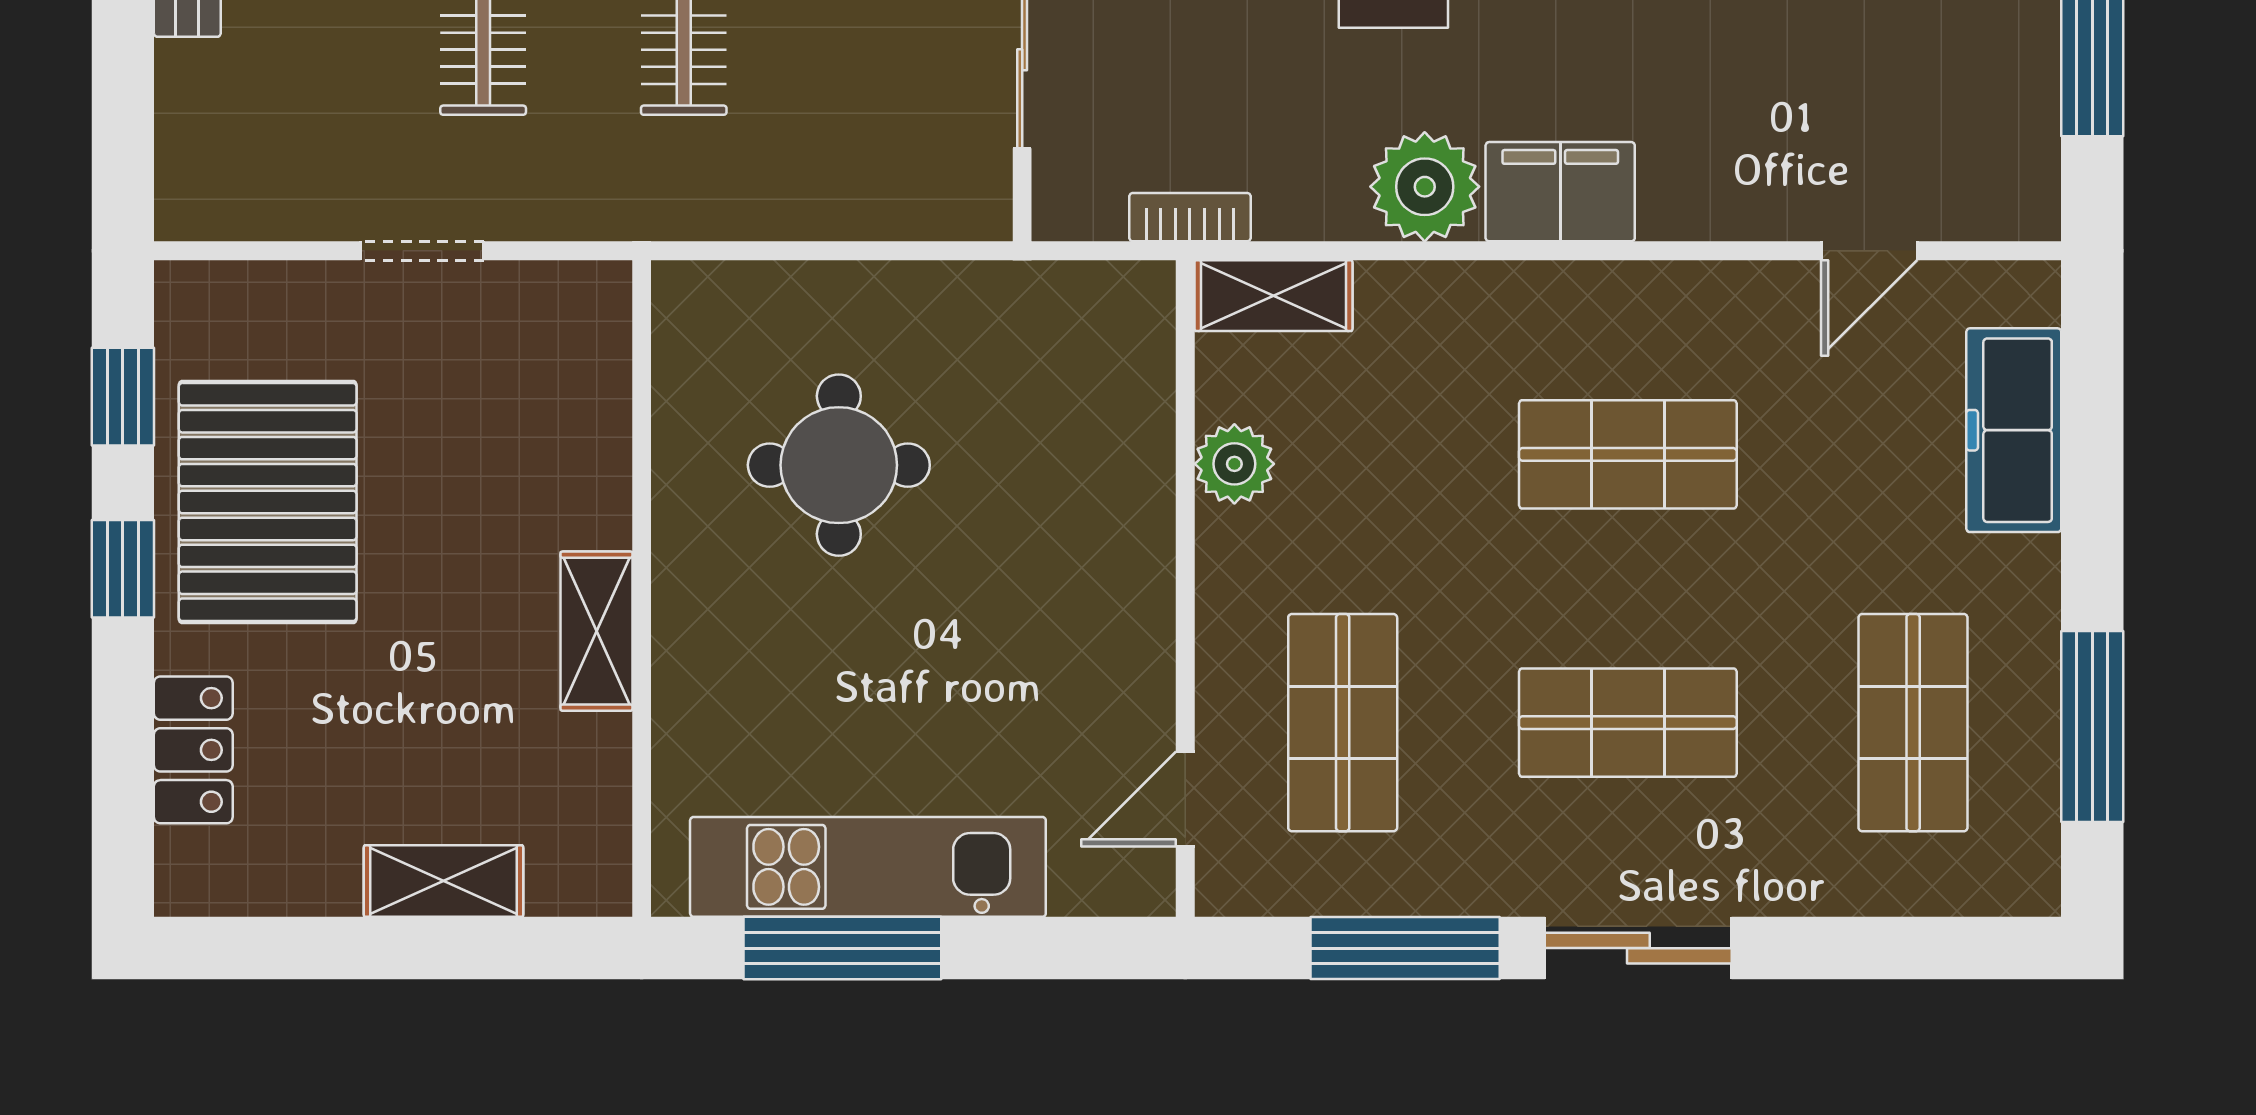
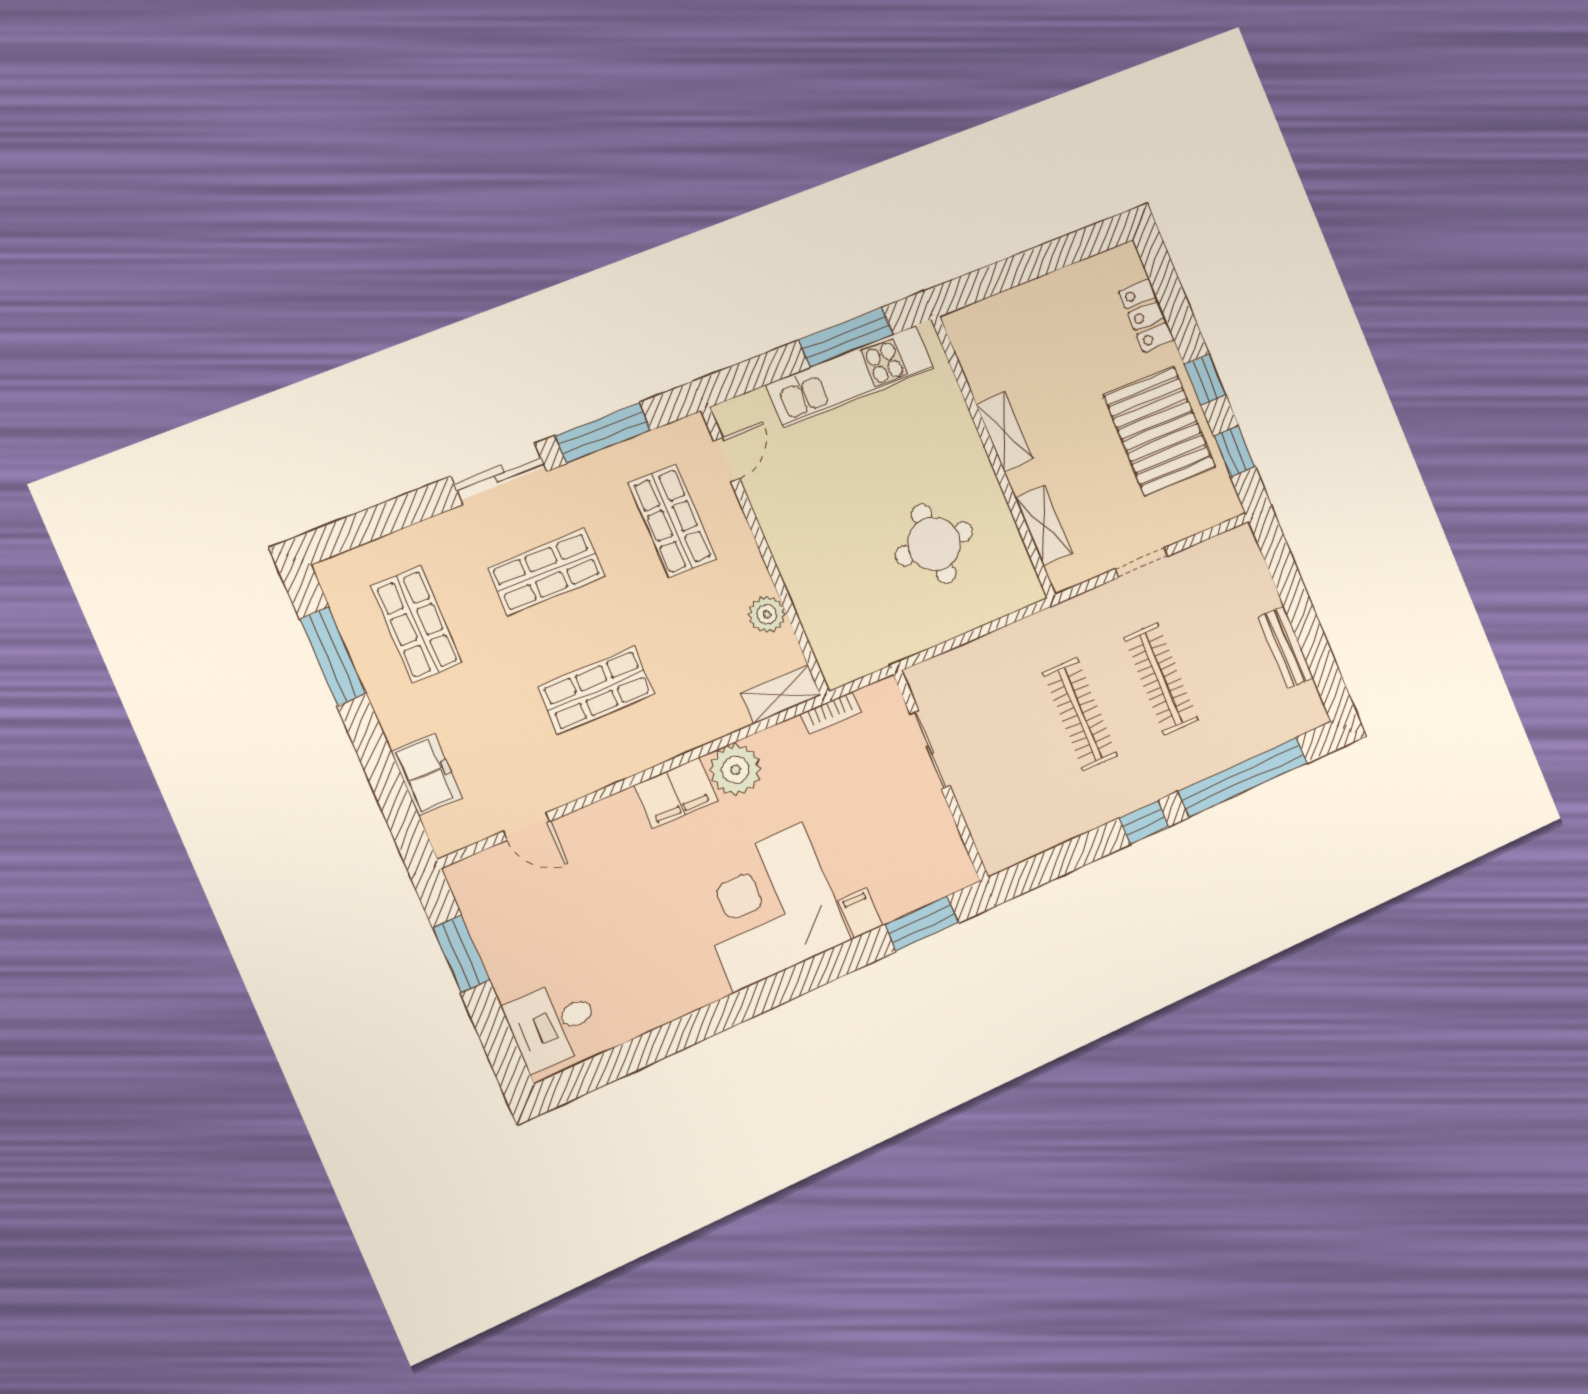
door: (1869, 251) -> (527, 826), swing flipped
freezer: (2014, 430) -> (426, 774), width x0.71
shelving: (444, 881) -> (1044, 526), moved, turned 90

